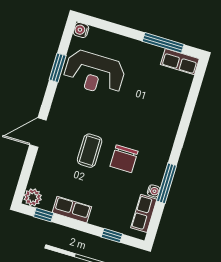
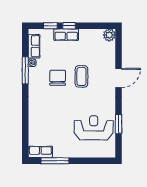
water cooler: (81, 30) -> (111, 153), removed
row of seats: (72, 210) -> (66, 35), moved
window: (44, 215) -> (69, 26), moved

